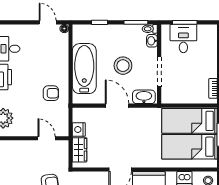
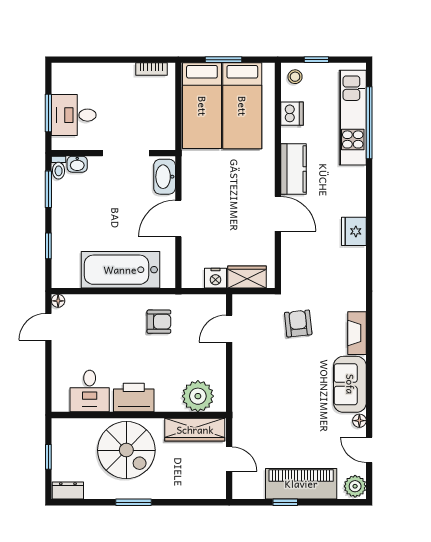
stool: (123, 66) -> (116, 209), removed
armchair: (51, 93) -> (159, 322), turned 90

